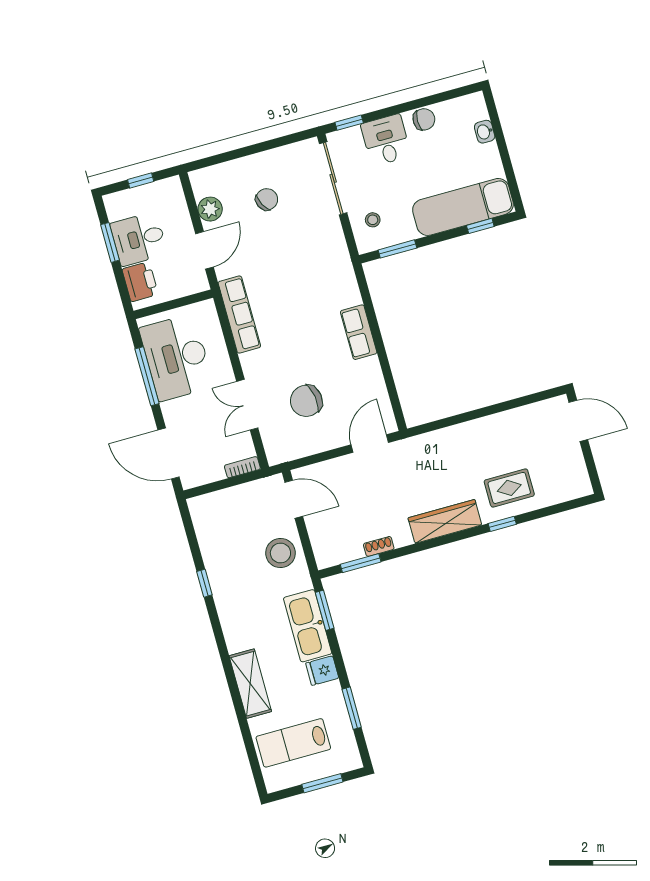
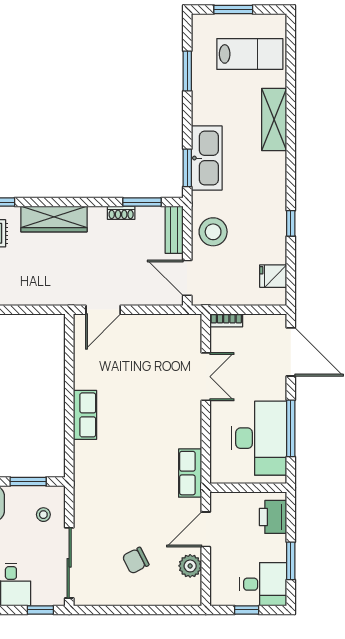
desk: (139, 239) -> (263, 584), moved
row of seats: (239, 315) -> (190, 473), width x0.68
chair: (306, 401) -> (151, 365), removed
bench: (321, 544) -> (174, 230), added
fridge: (322, 671) -> (273, 276), moved, turned 180

